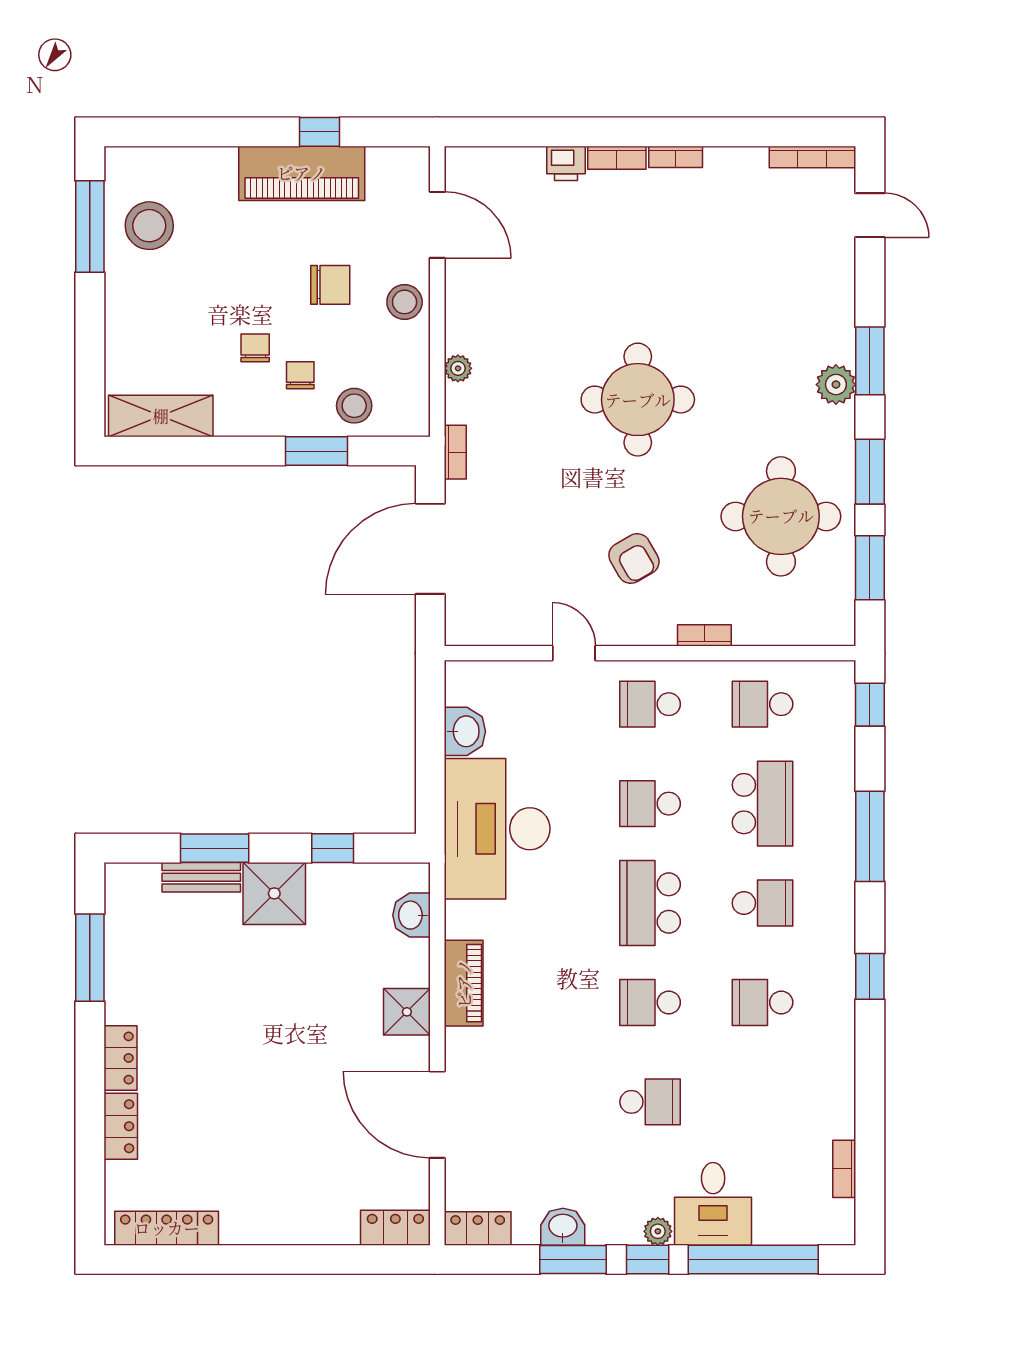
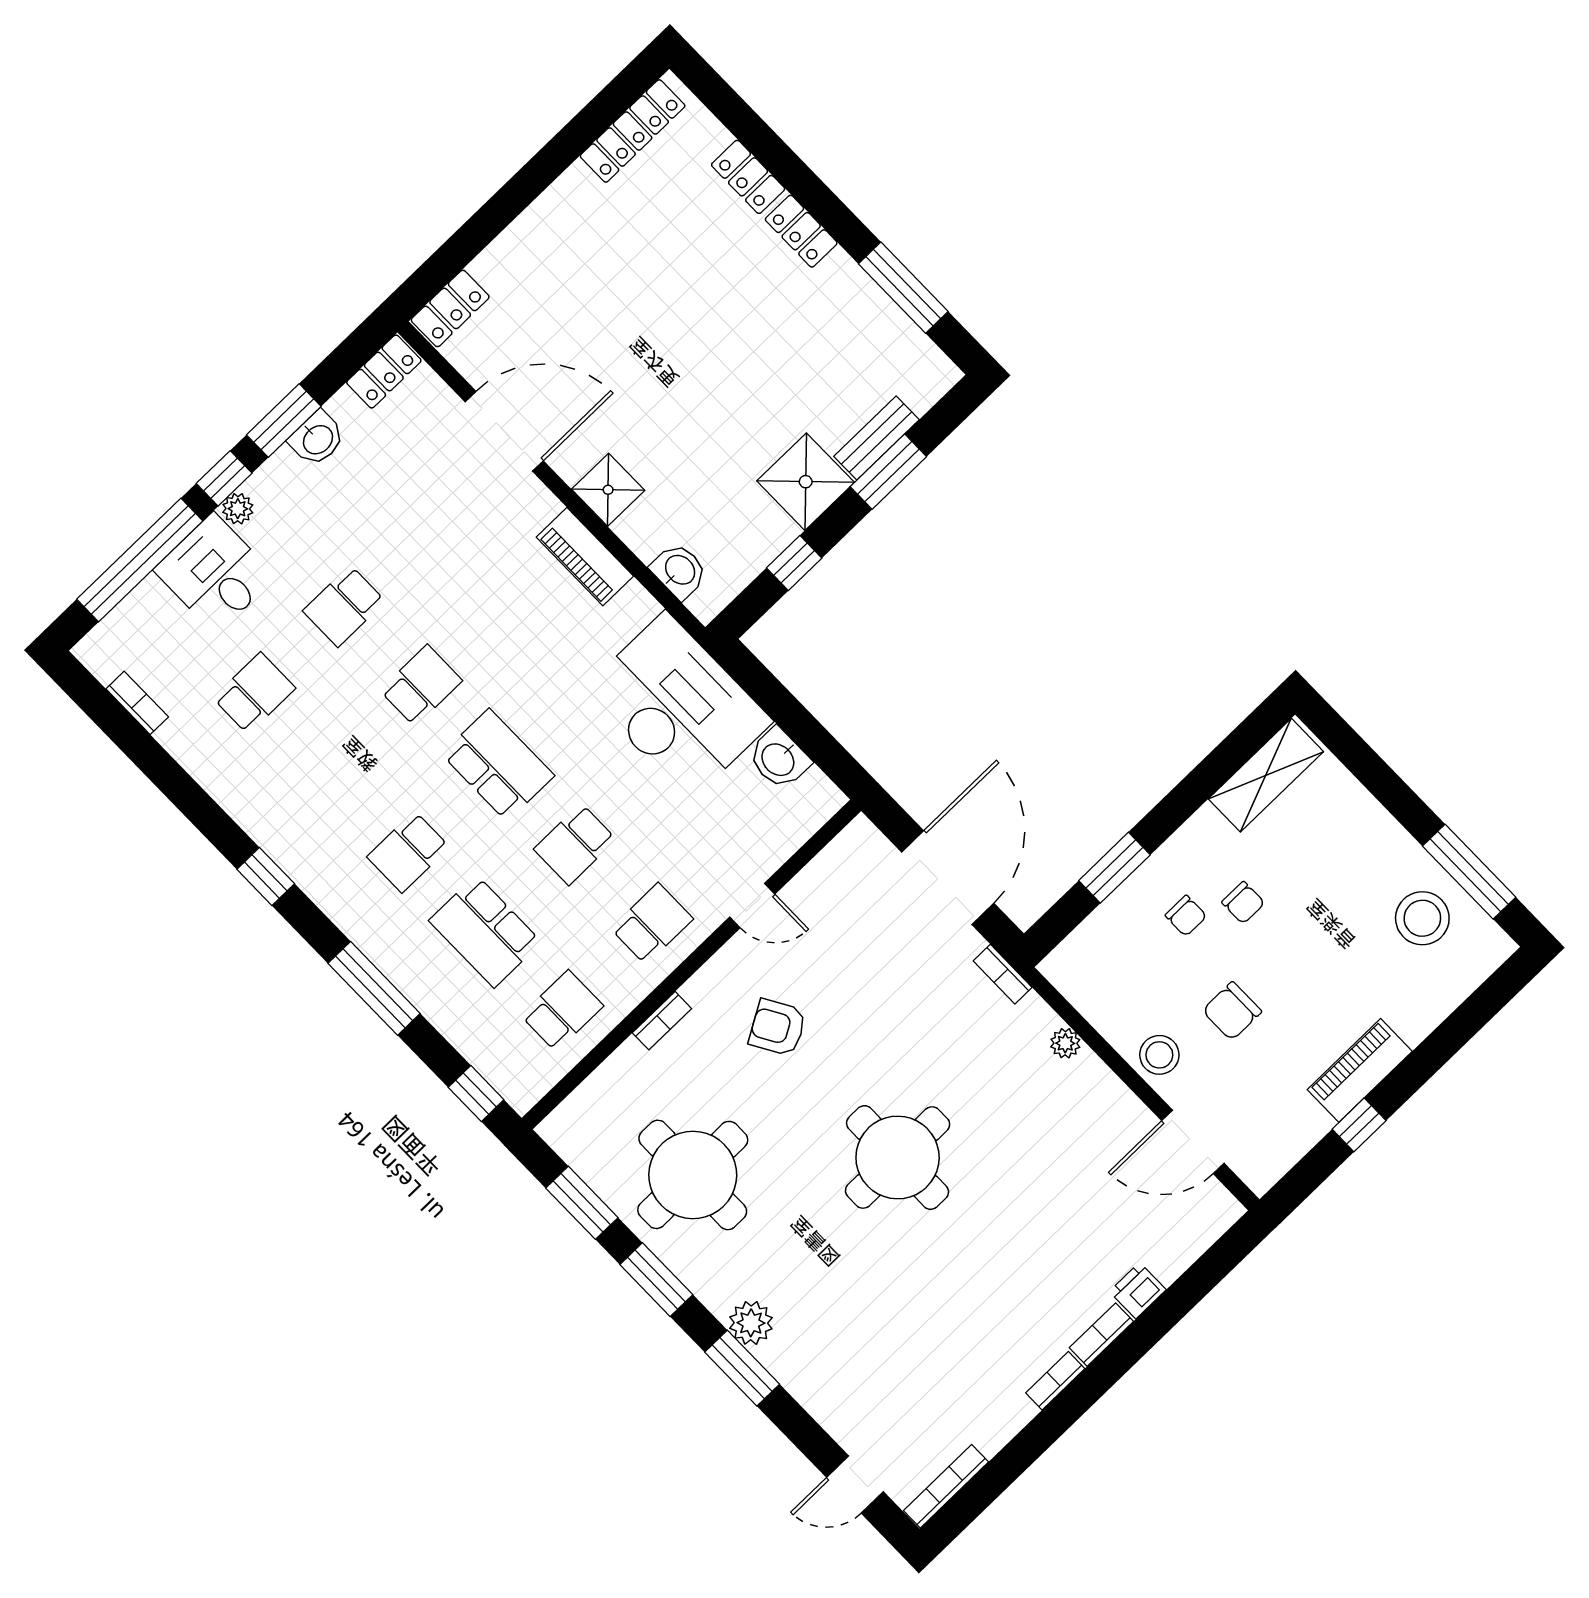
piano: (302, 173) -> (1360, 1070), width x0.73, depth x0.75
stool: (354, 406) -> (1119, 933), removed
school desk: (650, 804) -> (575, 844), turned 180
school desk: (763, 1002) -> (254, 693), moved

